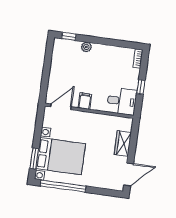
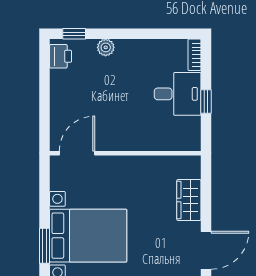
printer: (59, 48) -> (61, 56), added
filing cabinet: (85, 101) -> (116, 138), removed
desk: (122, 101) -> (178, 94), moved

